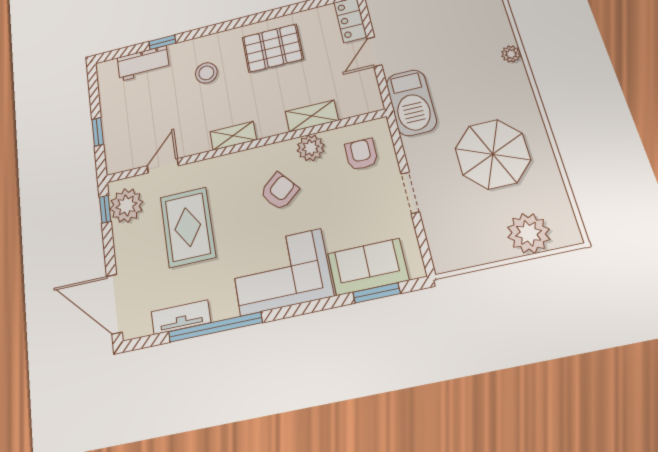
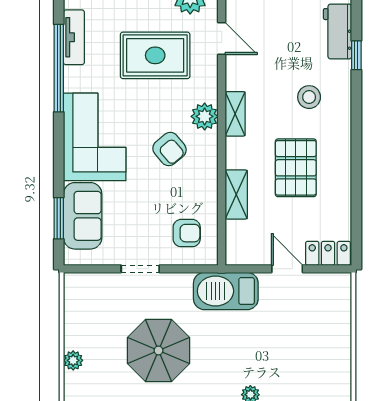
pallet: (273, 48) -> (296, 168), moved
plant: (311, 148) -> (205, 116), moved
plant: (529, 233) -> (73, 360), width x0.53, depth x0.53

